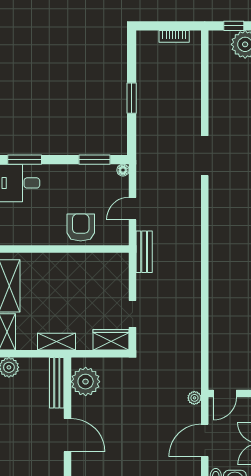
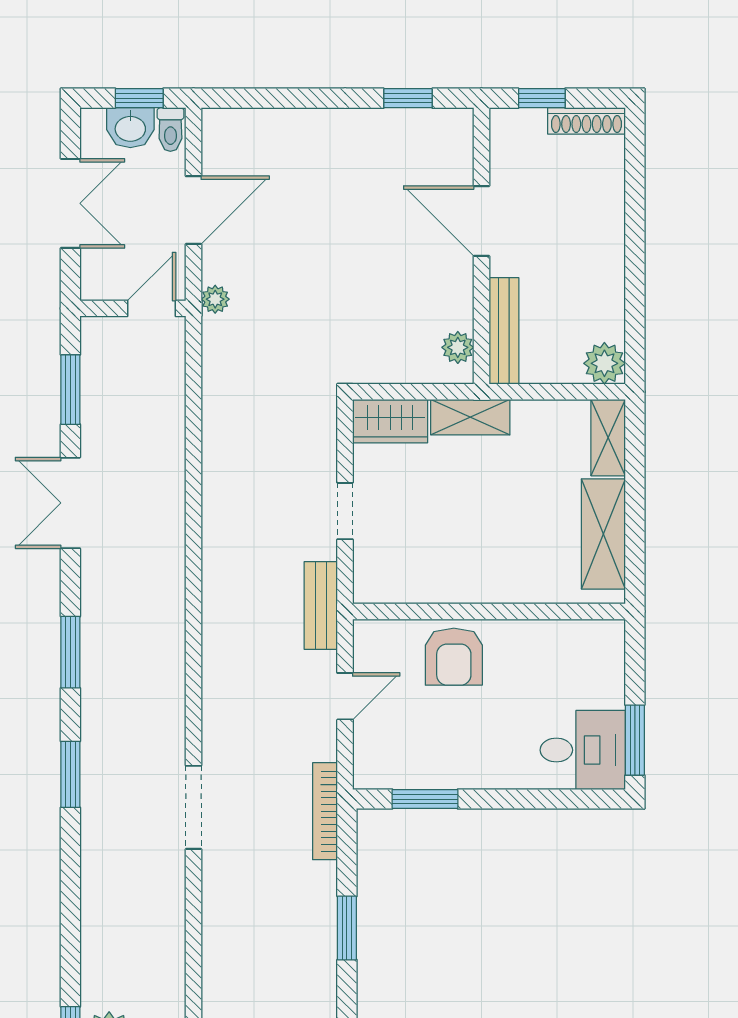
bookcase: (142, 154) -> (325, 811), added
window: (25, 160) -> (572, 799), removed
floor lamp: (123, 170) -> (365, 777), removed
doorway: (133, 314) -> (345, 511), moved
shelving: (57, 342) -> (470, 417), moved
plant: (86, 382) -> (458, 347), width x0.53, depth x0.53

